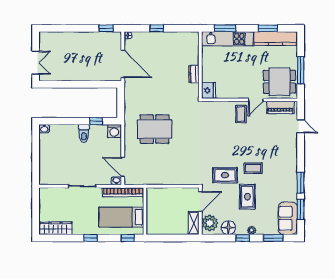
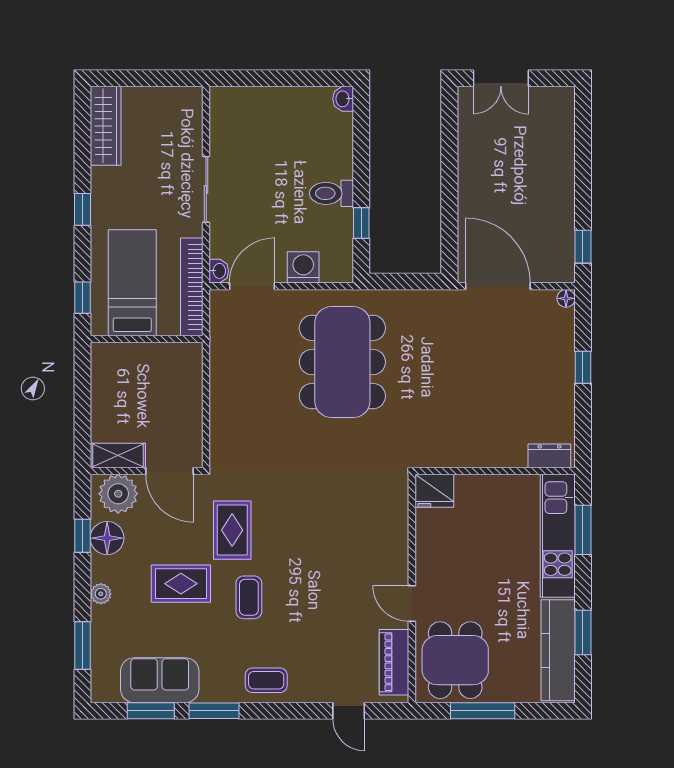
door: (123, 64) -> (498, 286), swing flipped
dresser: (194, 74) -> (549, 456), moved
coffee table: (241, 114) -> (266, 680), moved
door: (301, 126) -> (349, 711), hinge flipped
dining table: (155, 129) -> (342, 362), width x1.36, depth x1.24
washing machine: (114, 131) -> (303, 267), moved, turned 90
sofa: (288, 218) -> (160, 680), moved
window: (243, 238) -> (82, 536), moved

